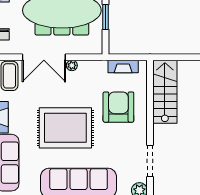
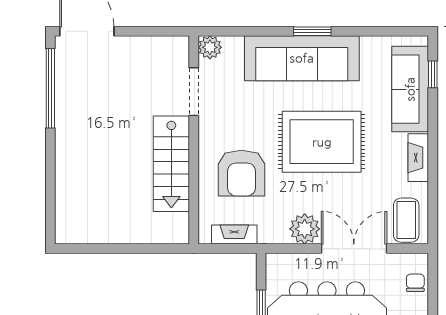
plant: (72, 65) -> (305, 229), width x1.88, depth x1.88
stairs: (165, 92) -> (171, 164), moved

